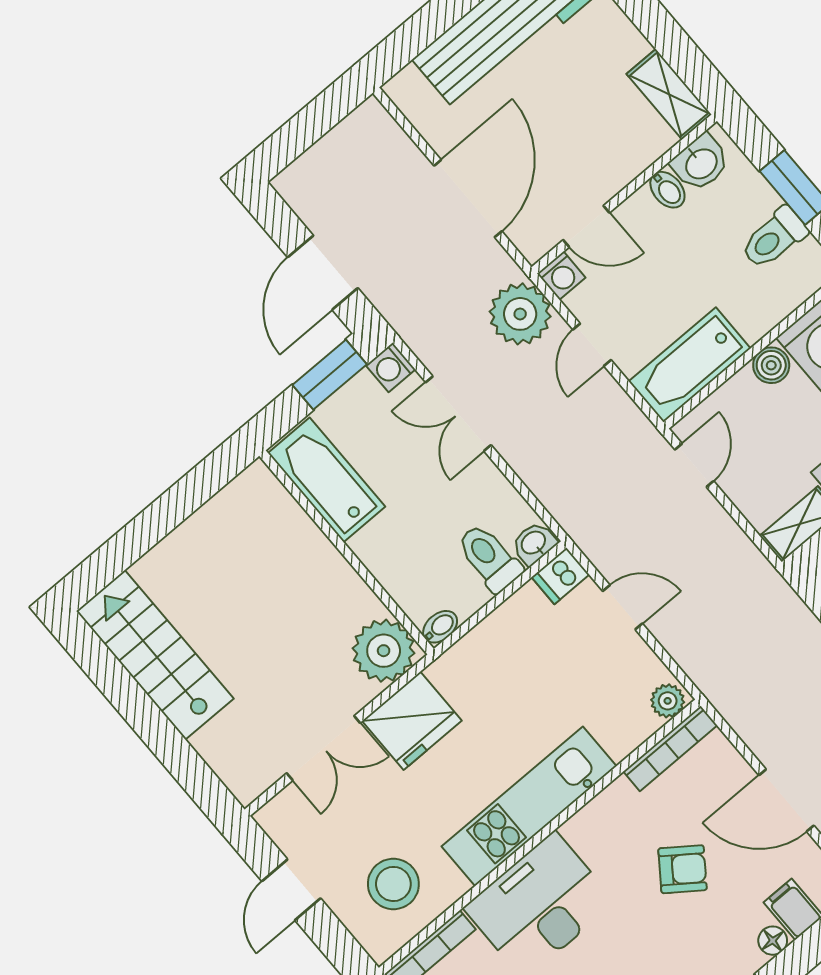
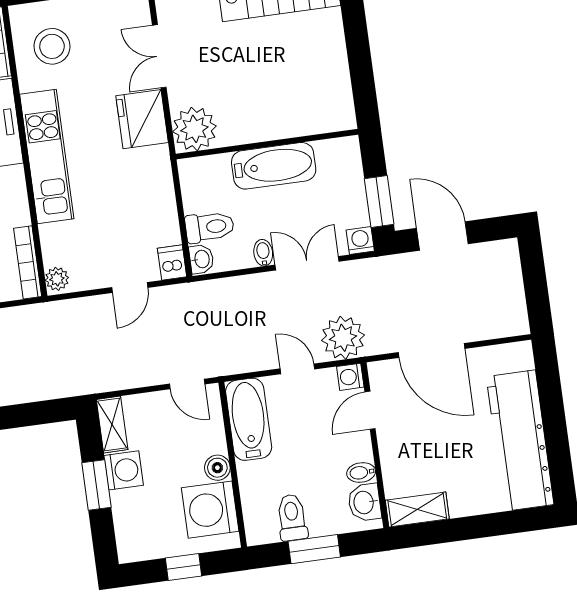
bathtub: (327, 480) -> (274, 166), moved
bidet: (440, 627) -> (263, 253), moved, turned 180

